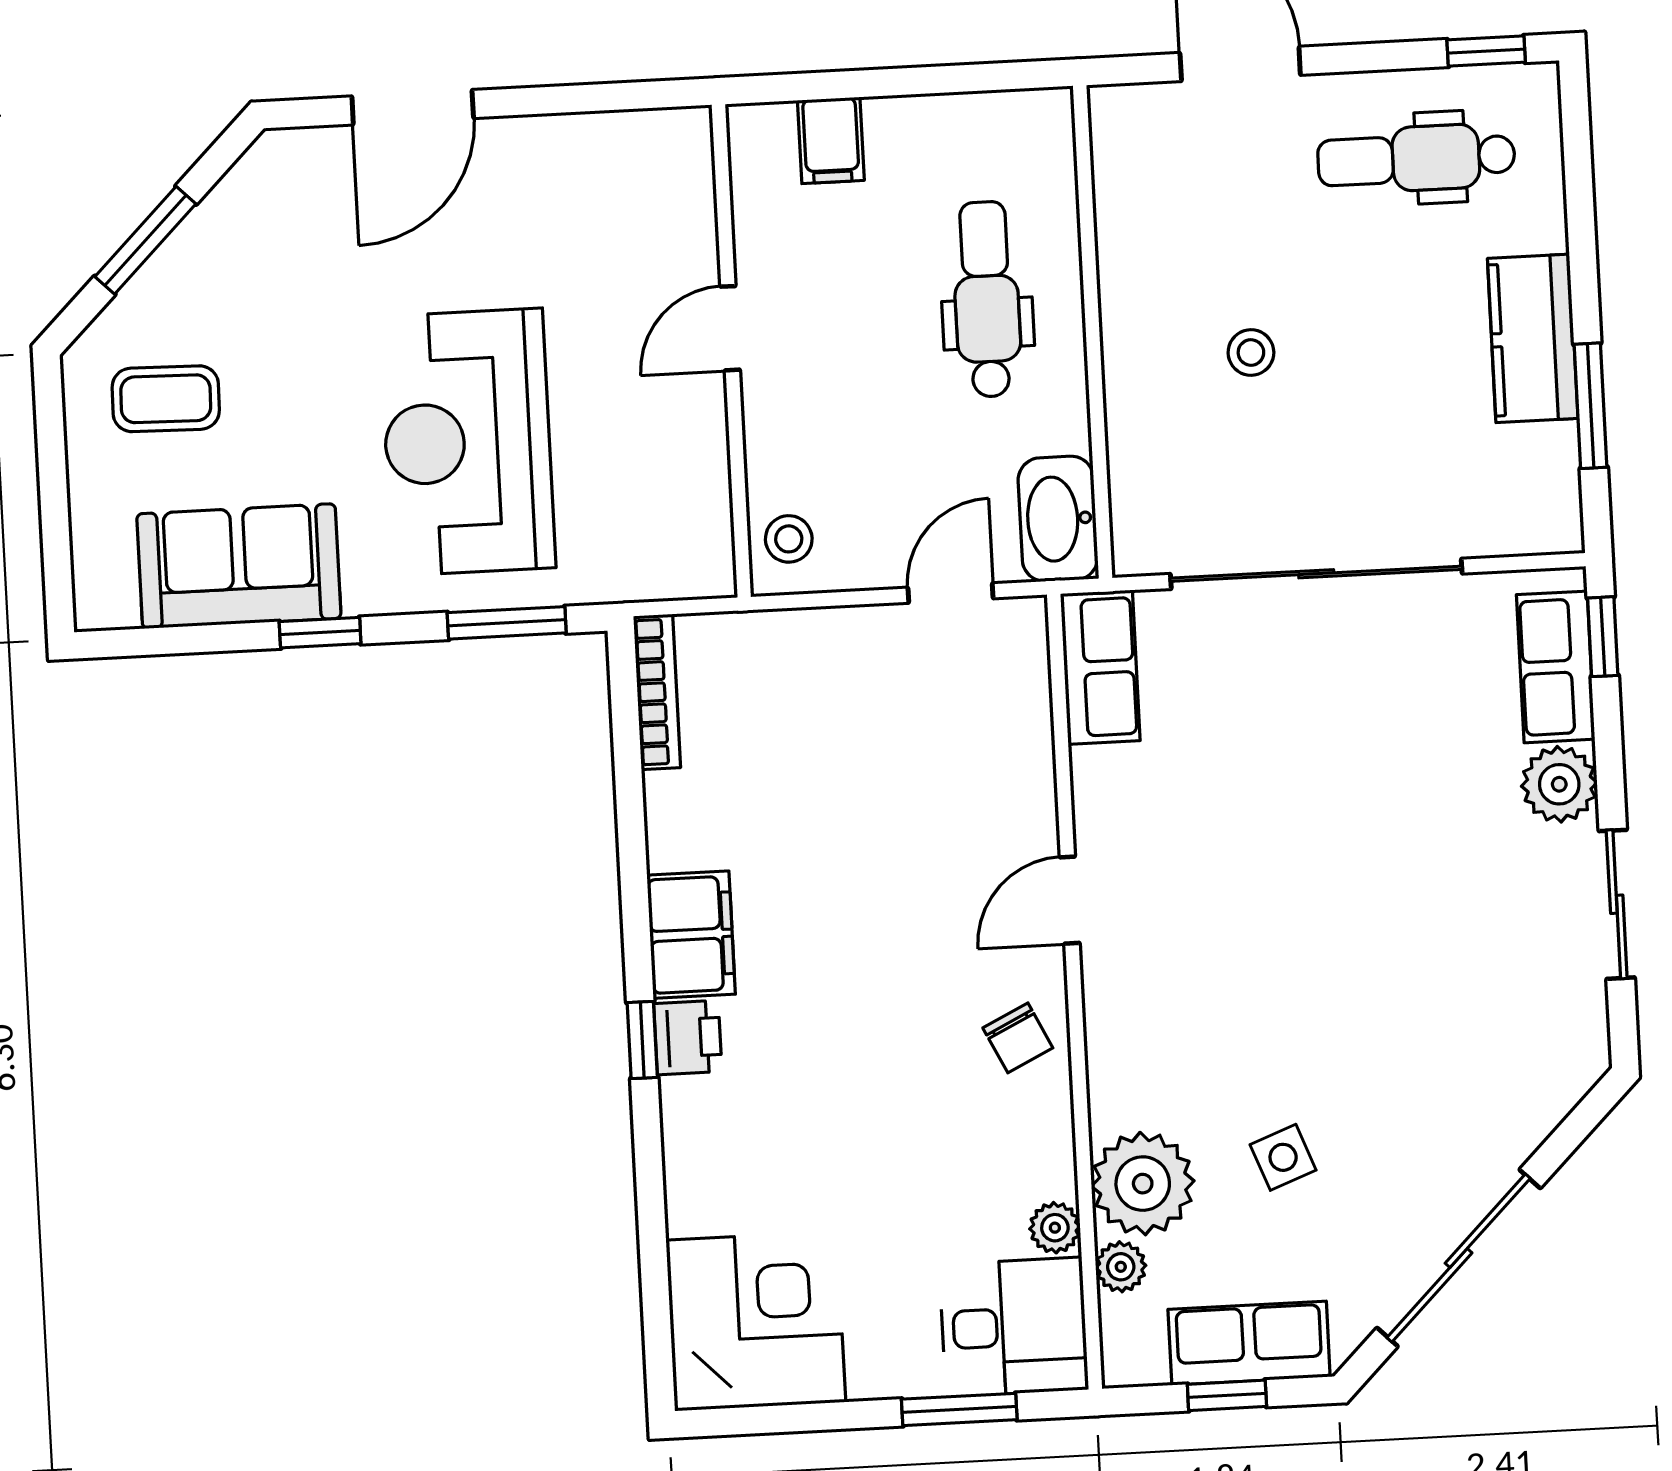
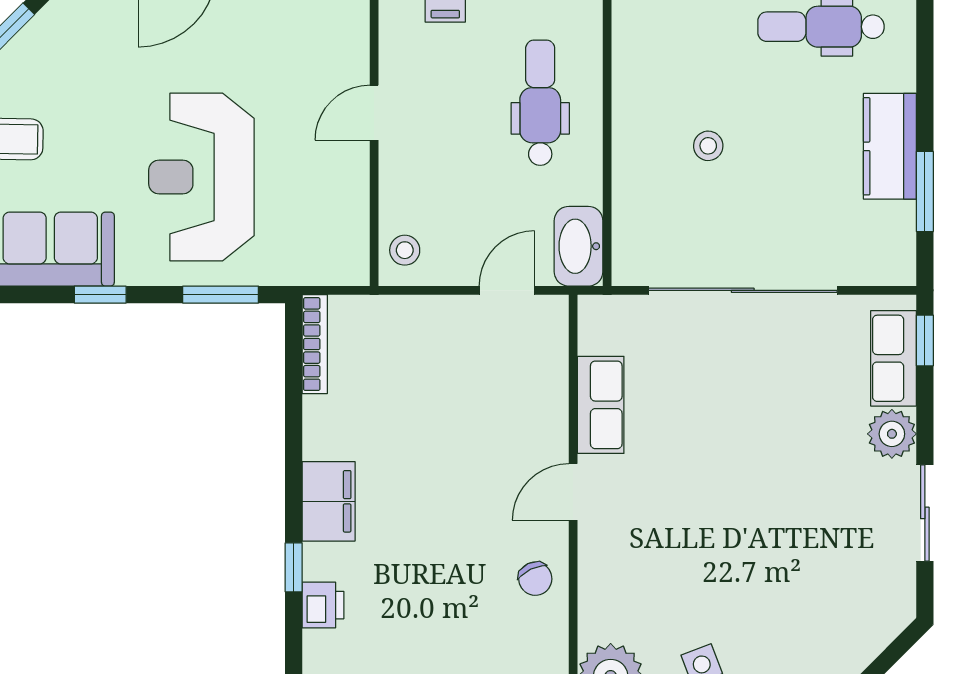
row of seats: (1100, 667) -> (601, 405), moved
printer: (688, 1038) -> (323, 605), moved

